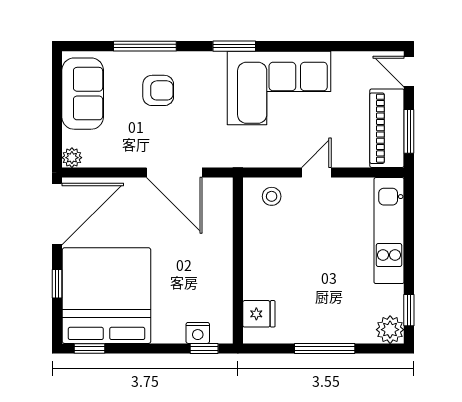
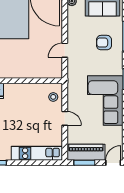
armchair: (158, 90) -> (104, 43), turned 90
door: (174, 172) -> (65, 50), width x0.53

